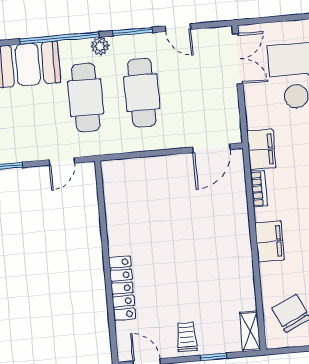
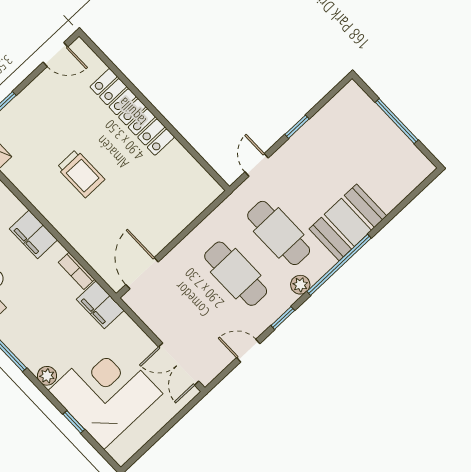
window: (133, 32) -> (283, 318), width x0.67
locker: (122, 288) -> (132, 112), width x1.41, depth x1.21
trolley: (187, 337) -> (81, 173), moved, width x1.36, depth x1.39

